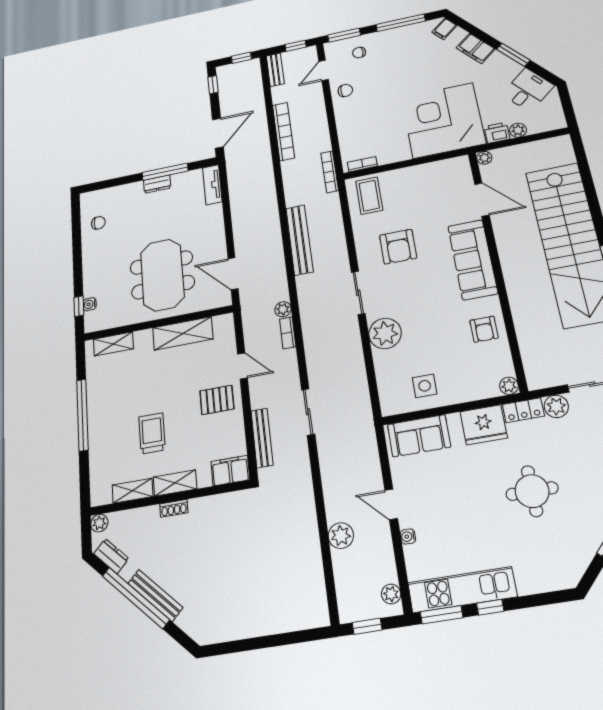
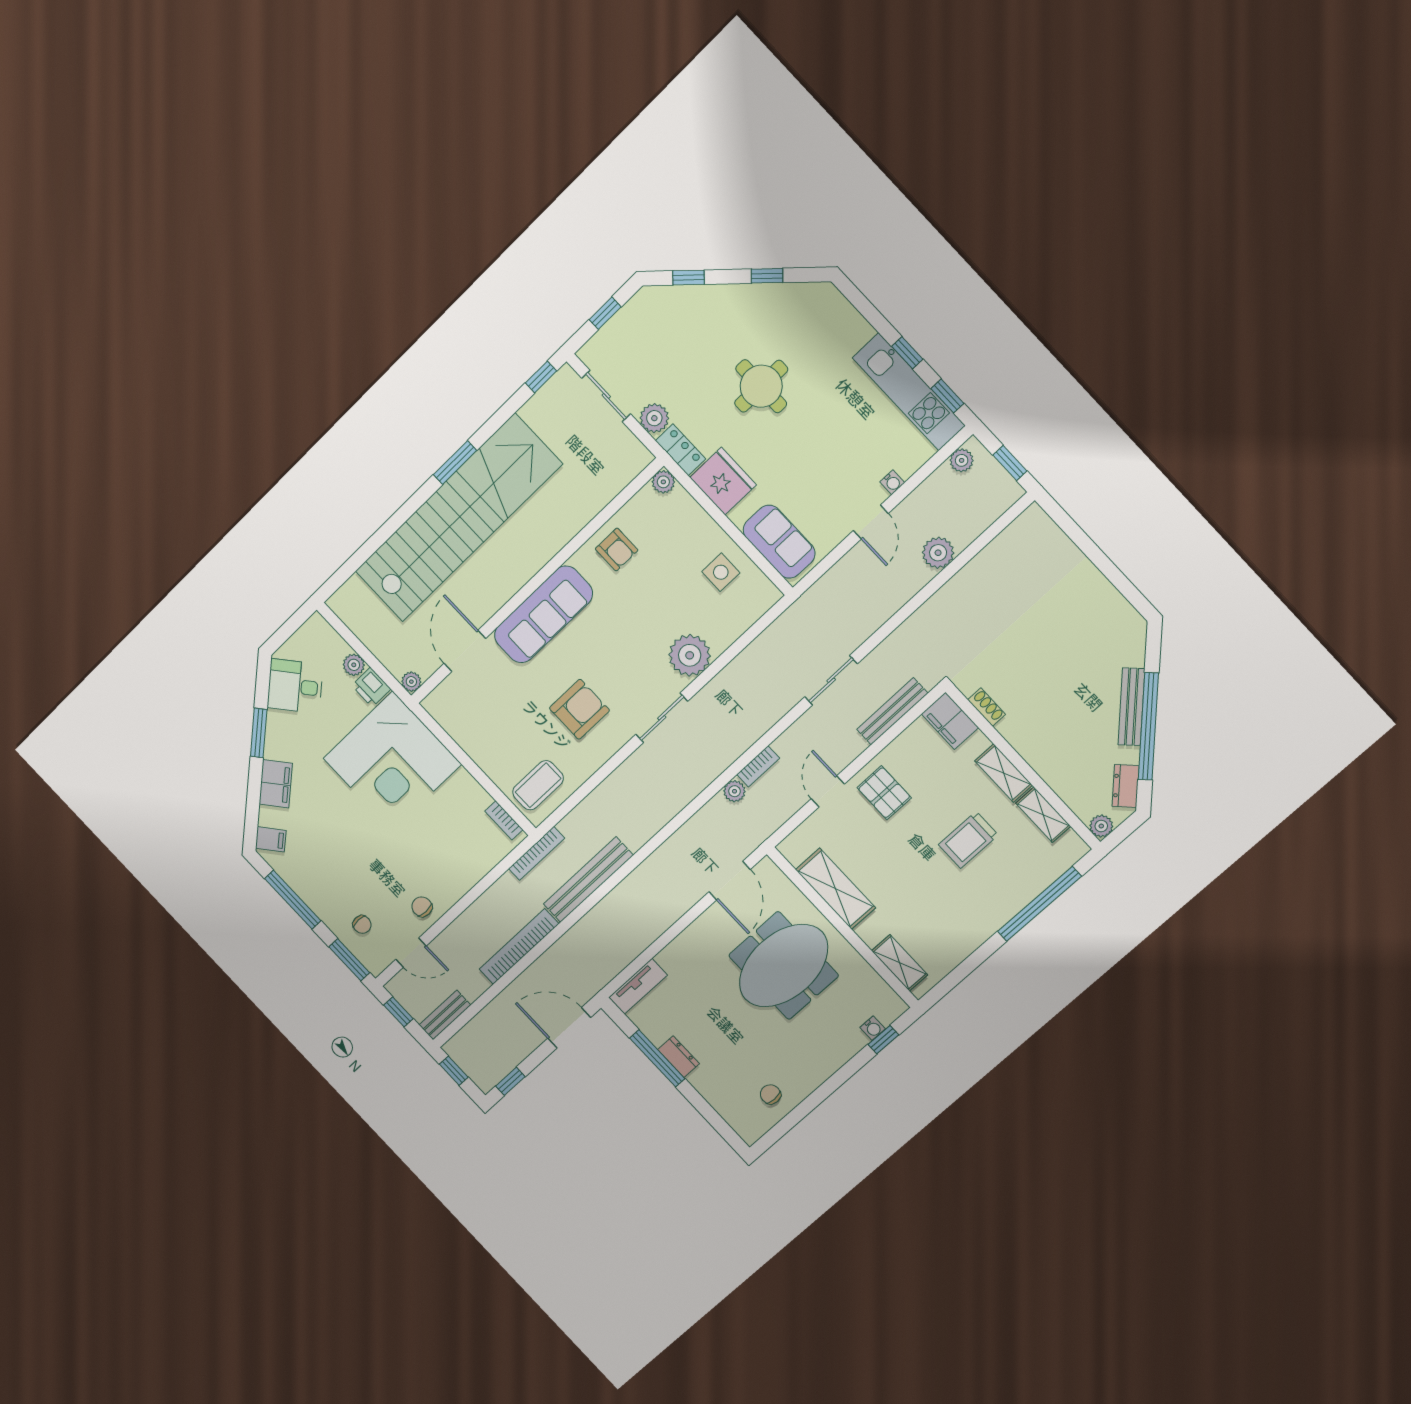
bench: (299, 240) -> (588, 880), moved
armchair: (484, 329) -> (617, 549), turned 90
window: (82, 415) -> (1039, 904), moved
shoe rack: (174, 508) -> (987, 707), moved
window: (442, 615) -> (947, 396), width x0.67

